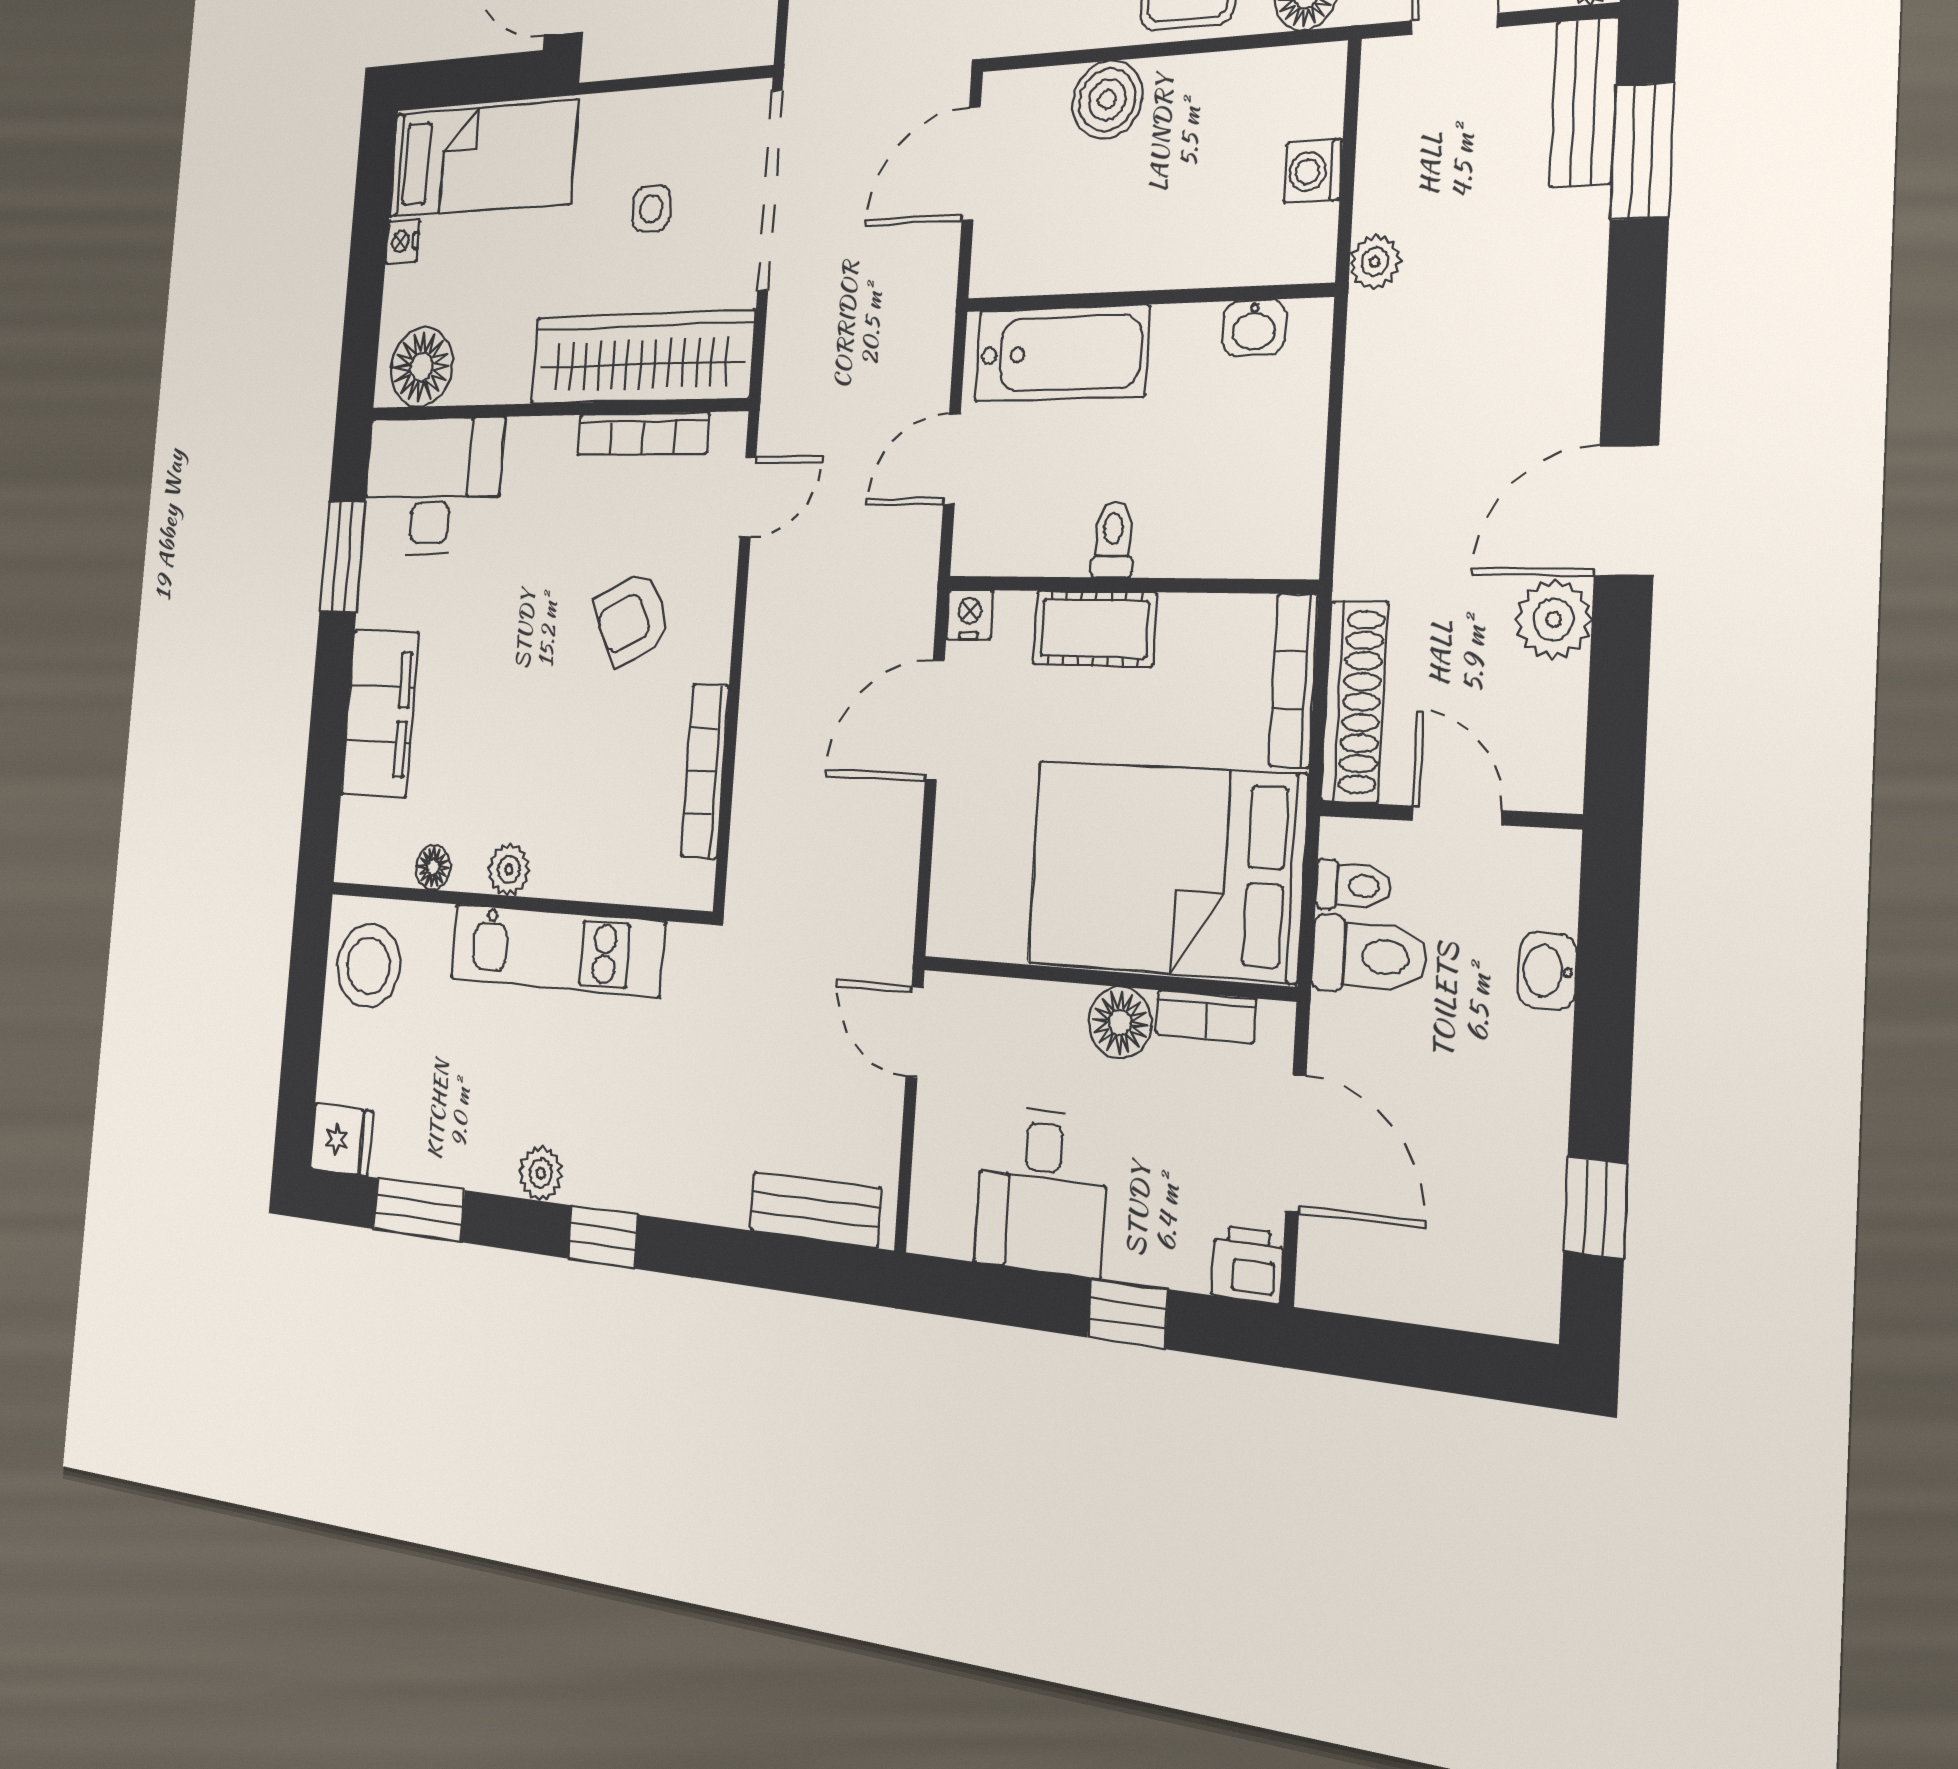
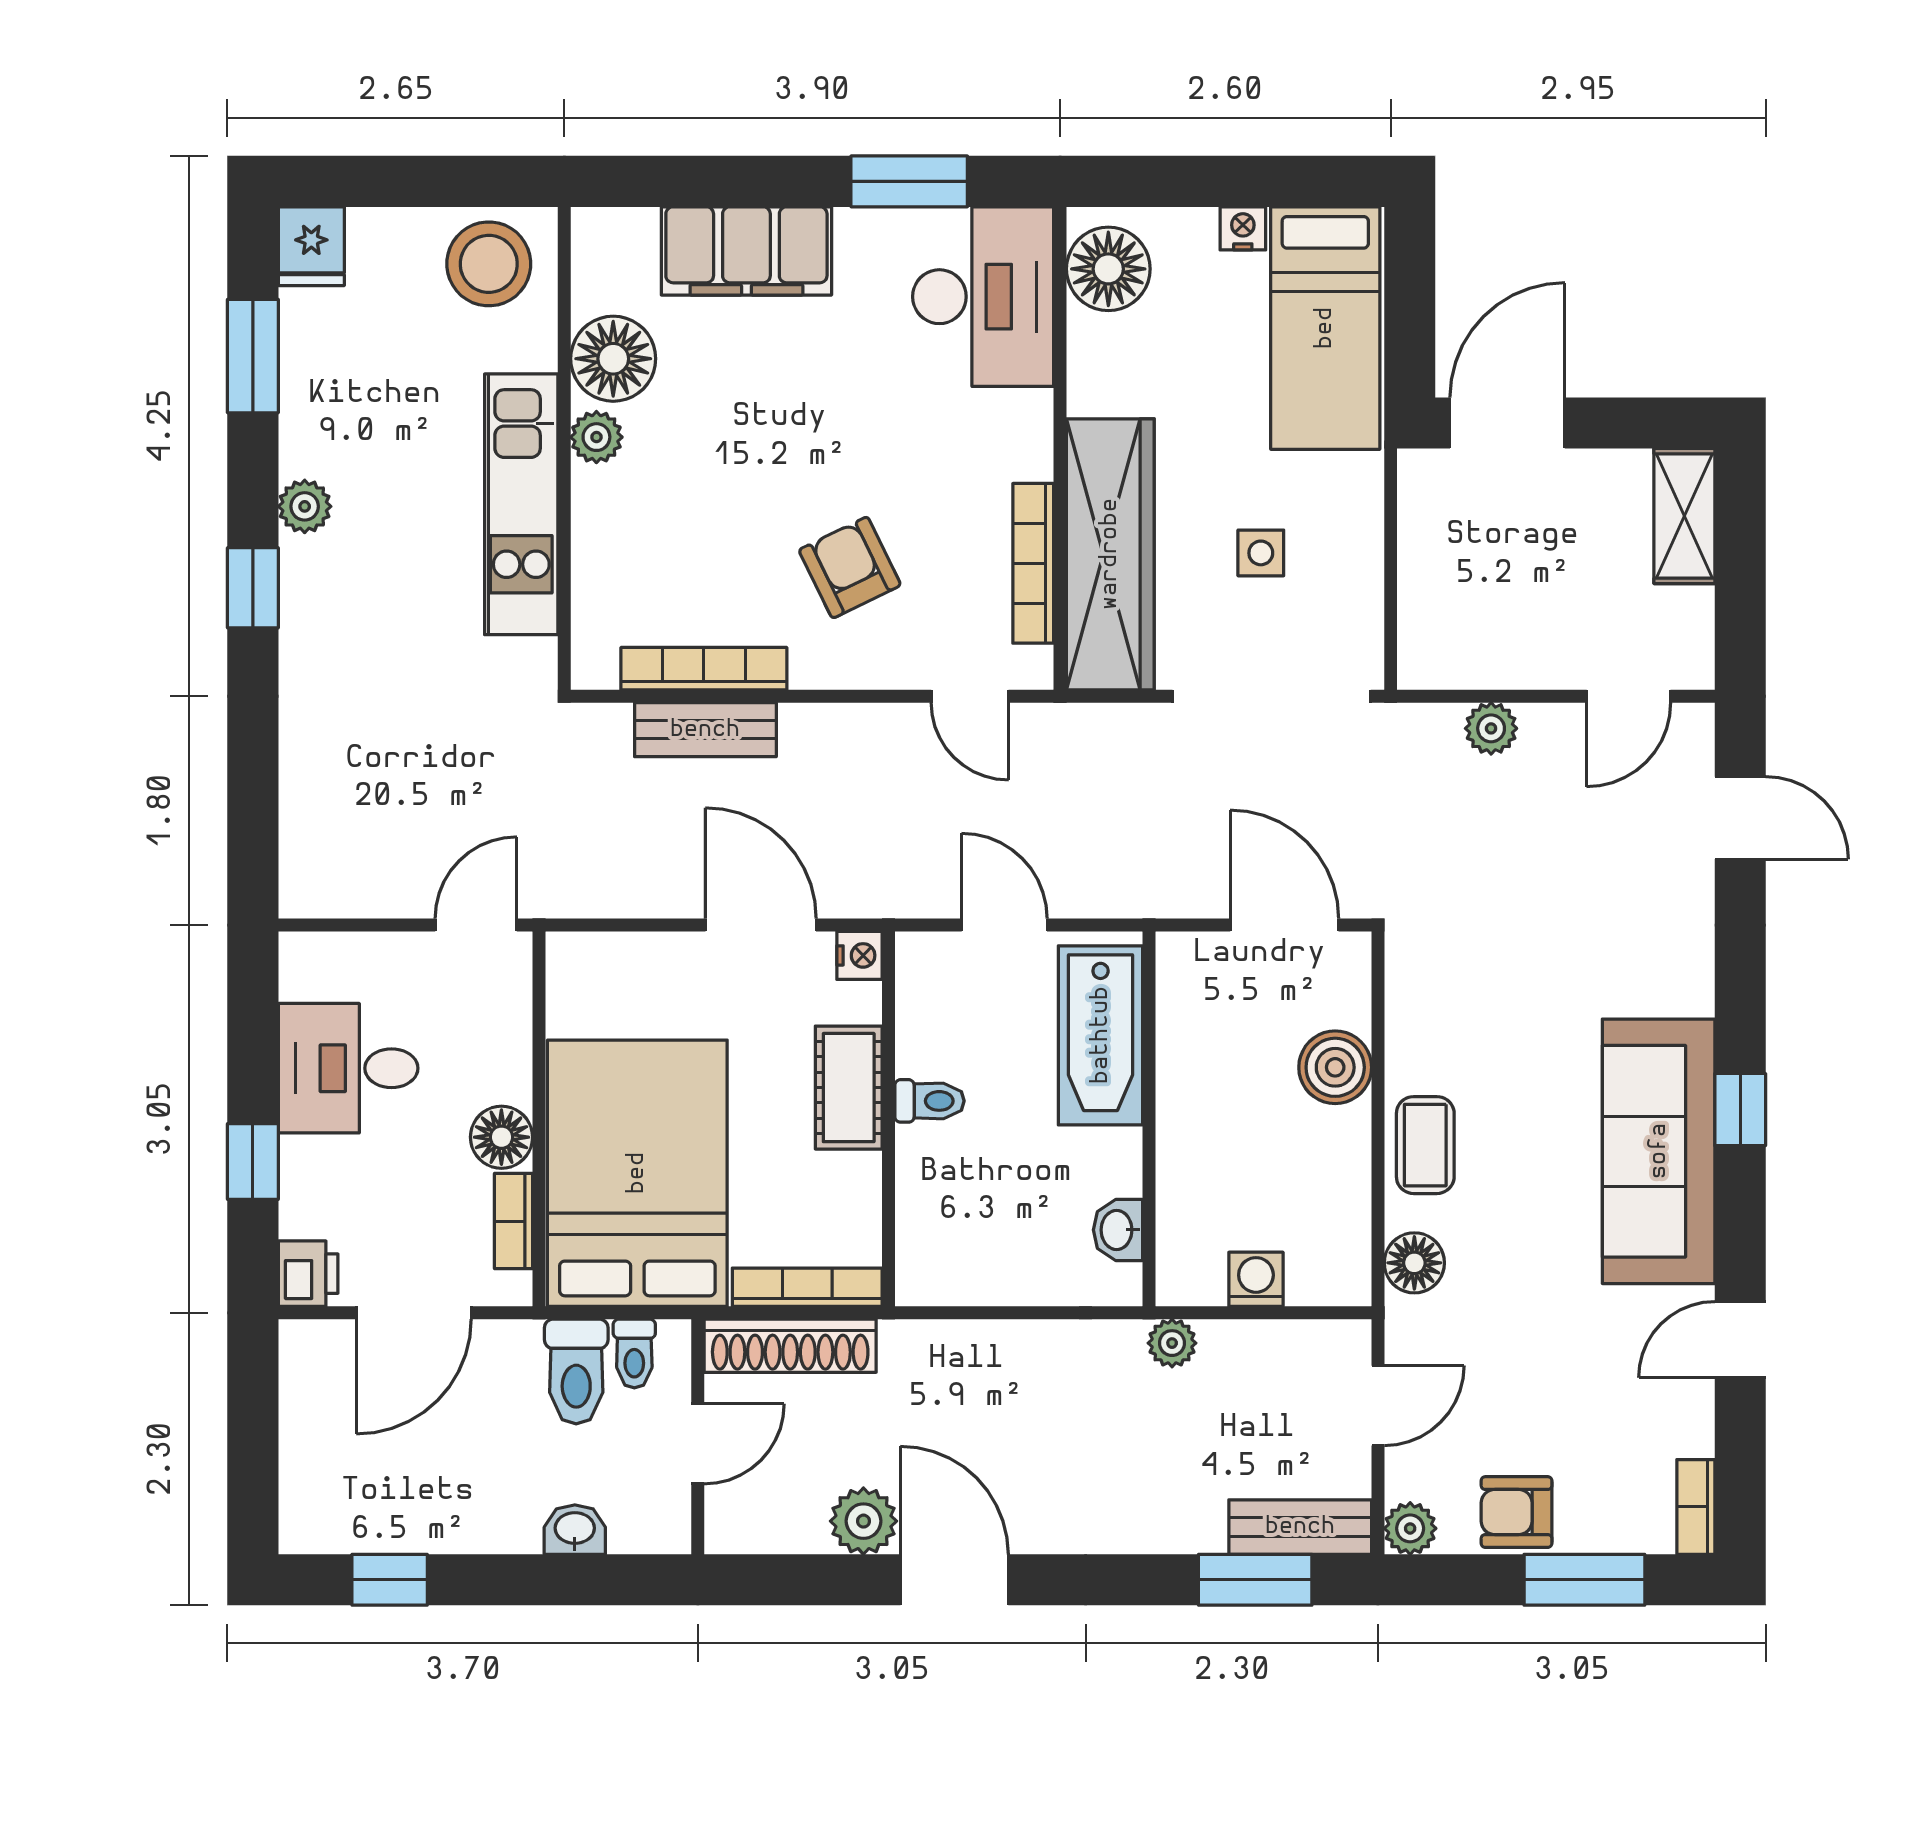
floor lamp: (433, 867) -> (613, 359), width x1.89, depth x1.89
bench: (815, 1210) -> (705, 730), moved, turned 90

